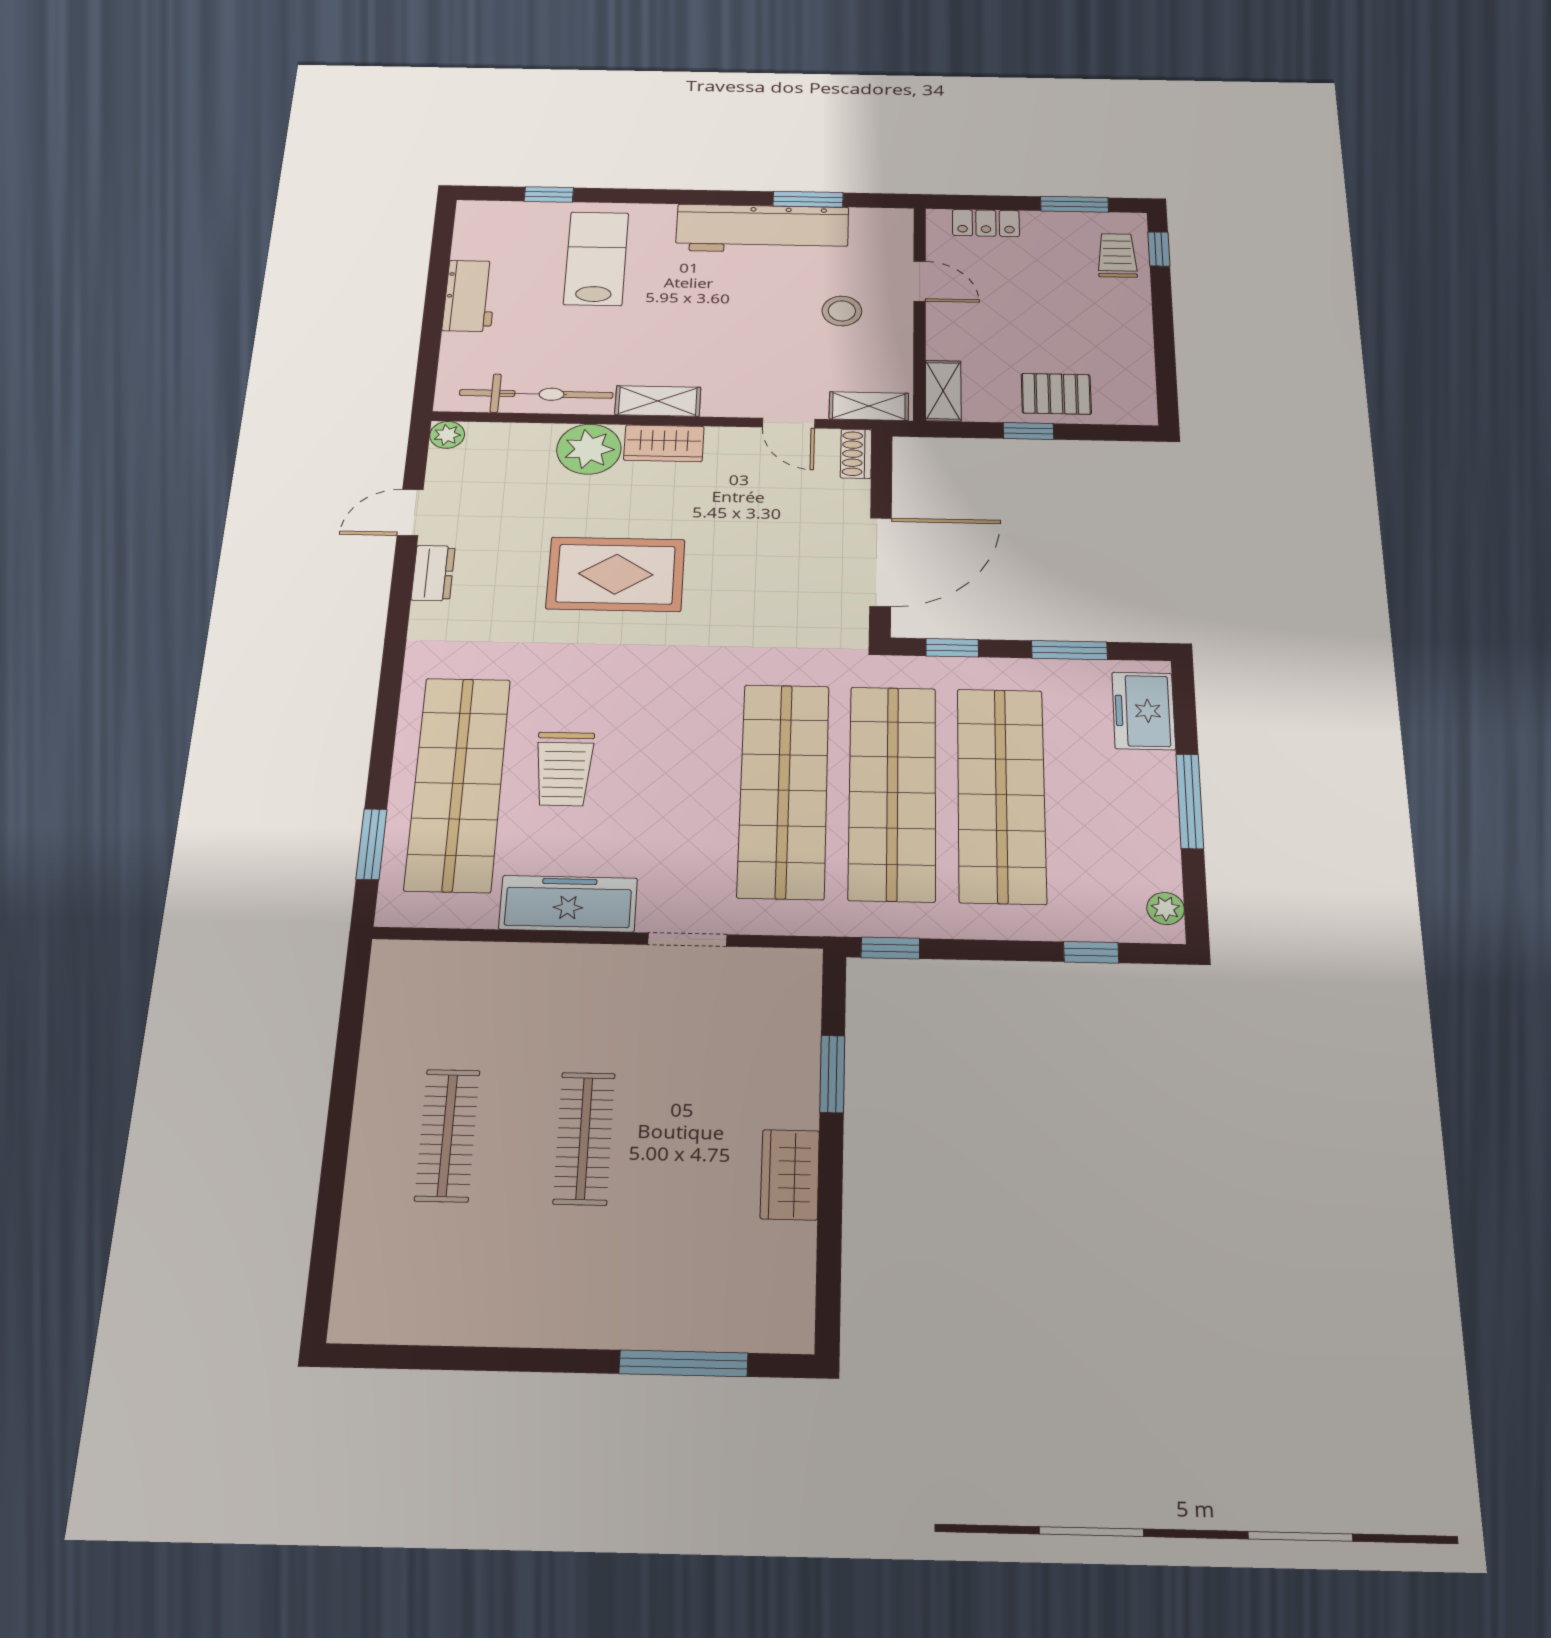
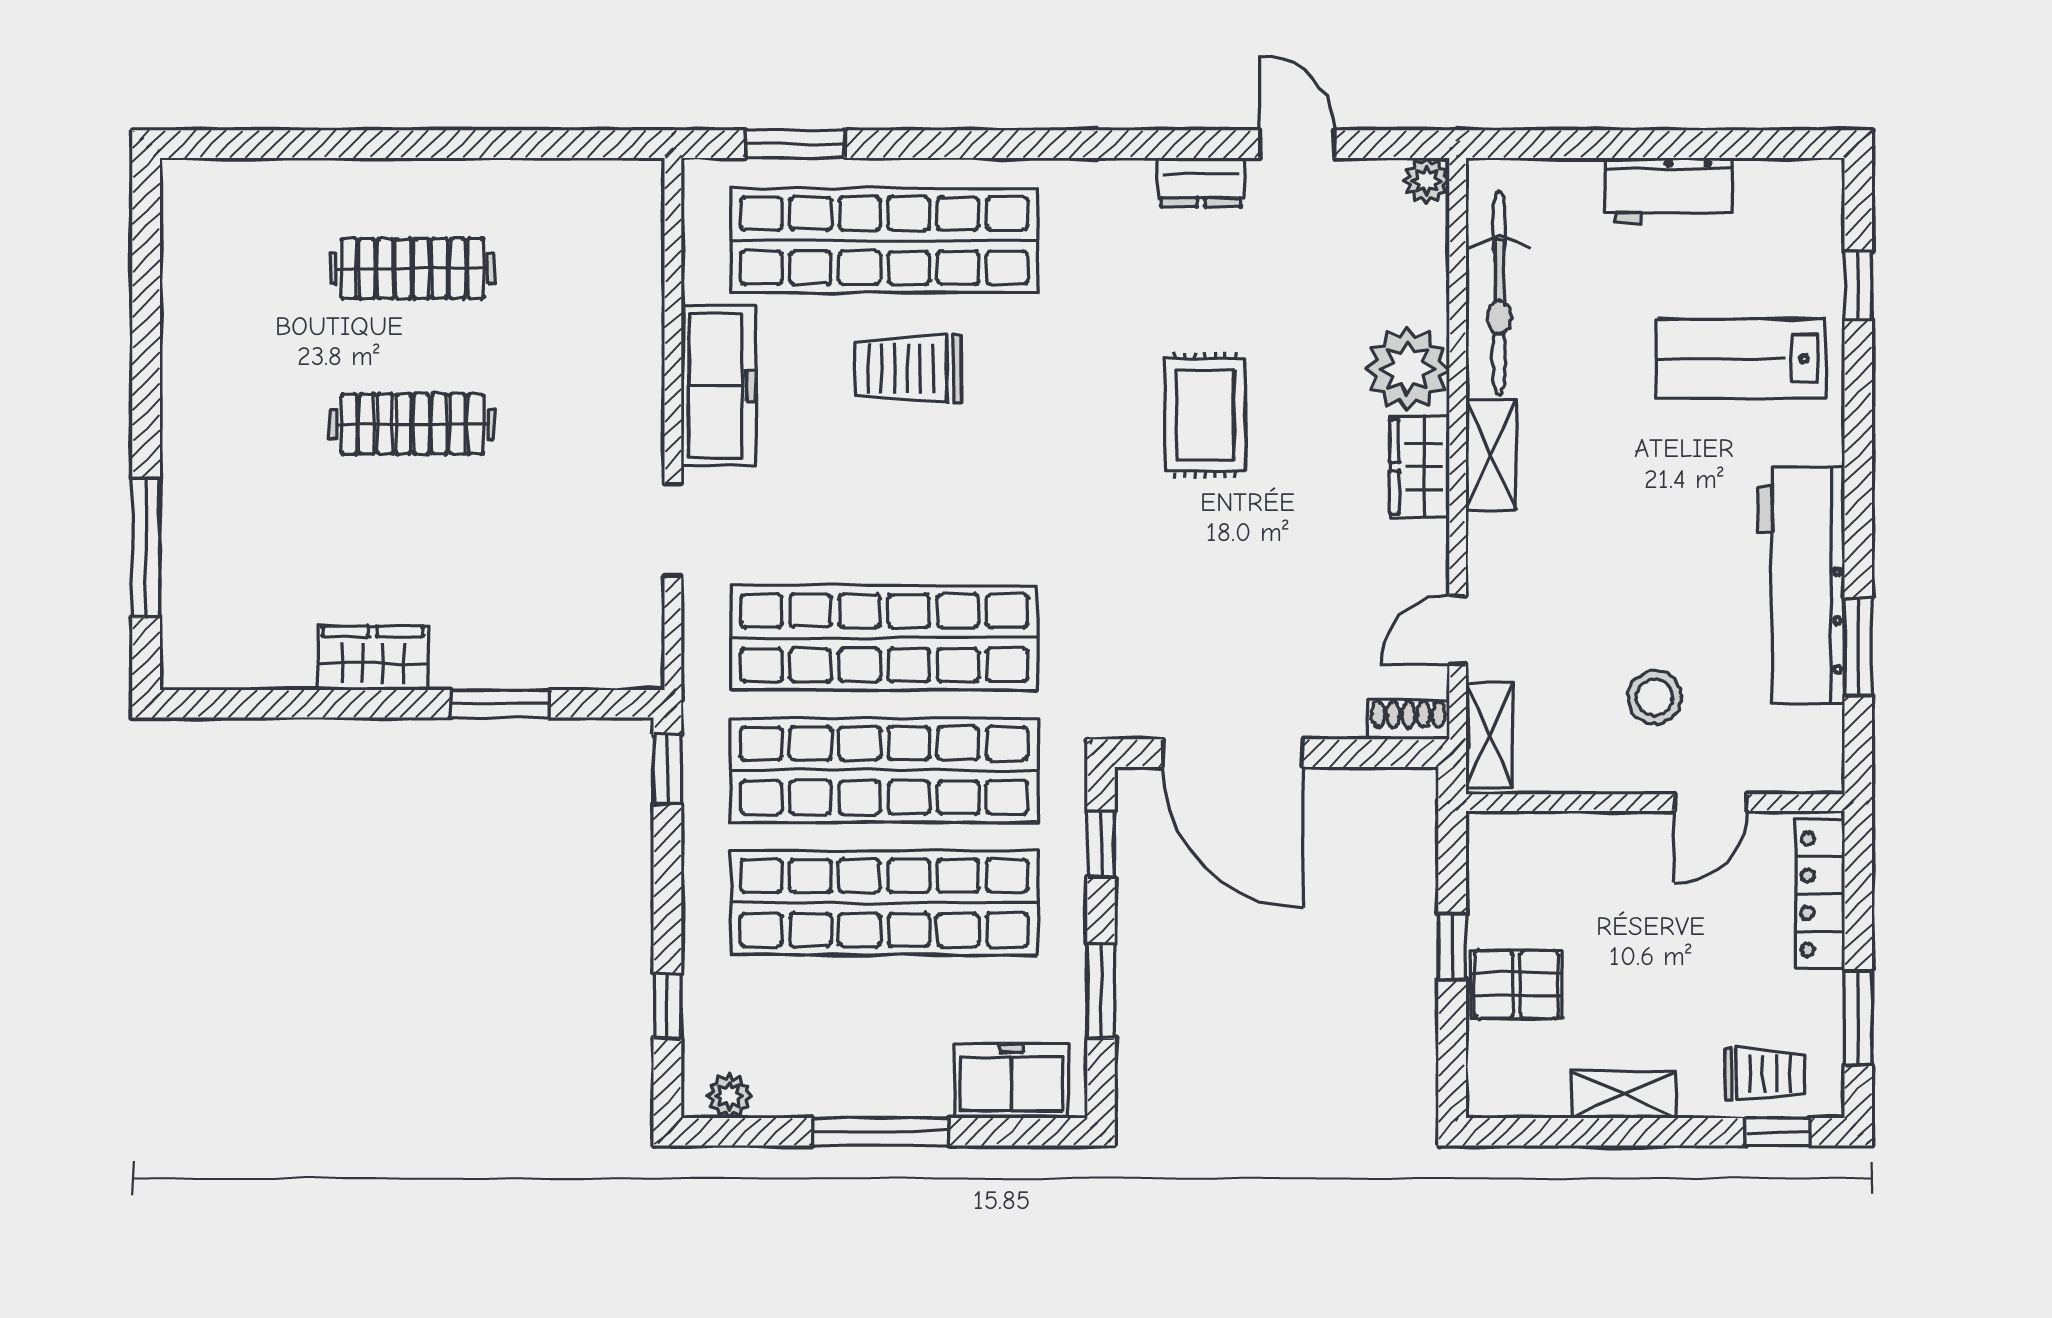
locker: (986, 223) -> (1820, 894), width x1.53
lab bench: (596, 258) -> (1741, 358), turned 180
shelving: (943, 391) -> (1623, 1095), moved
pallet: (1056, 394) -> (1517, 984), turned 90
rug: (616, 574) -> (1205, 415), width x0.73, depth x0.70

